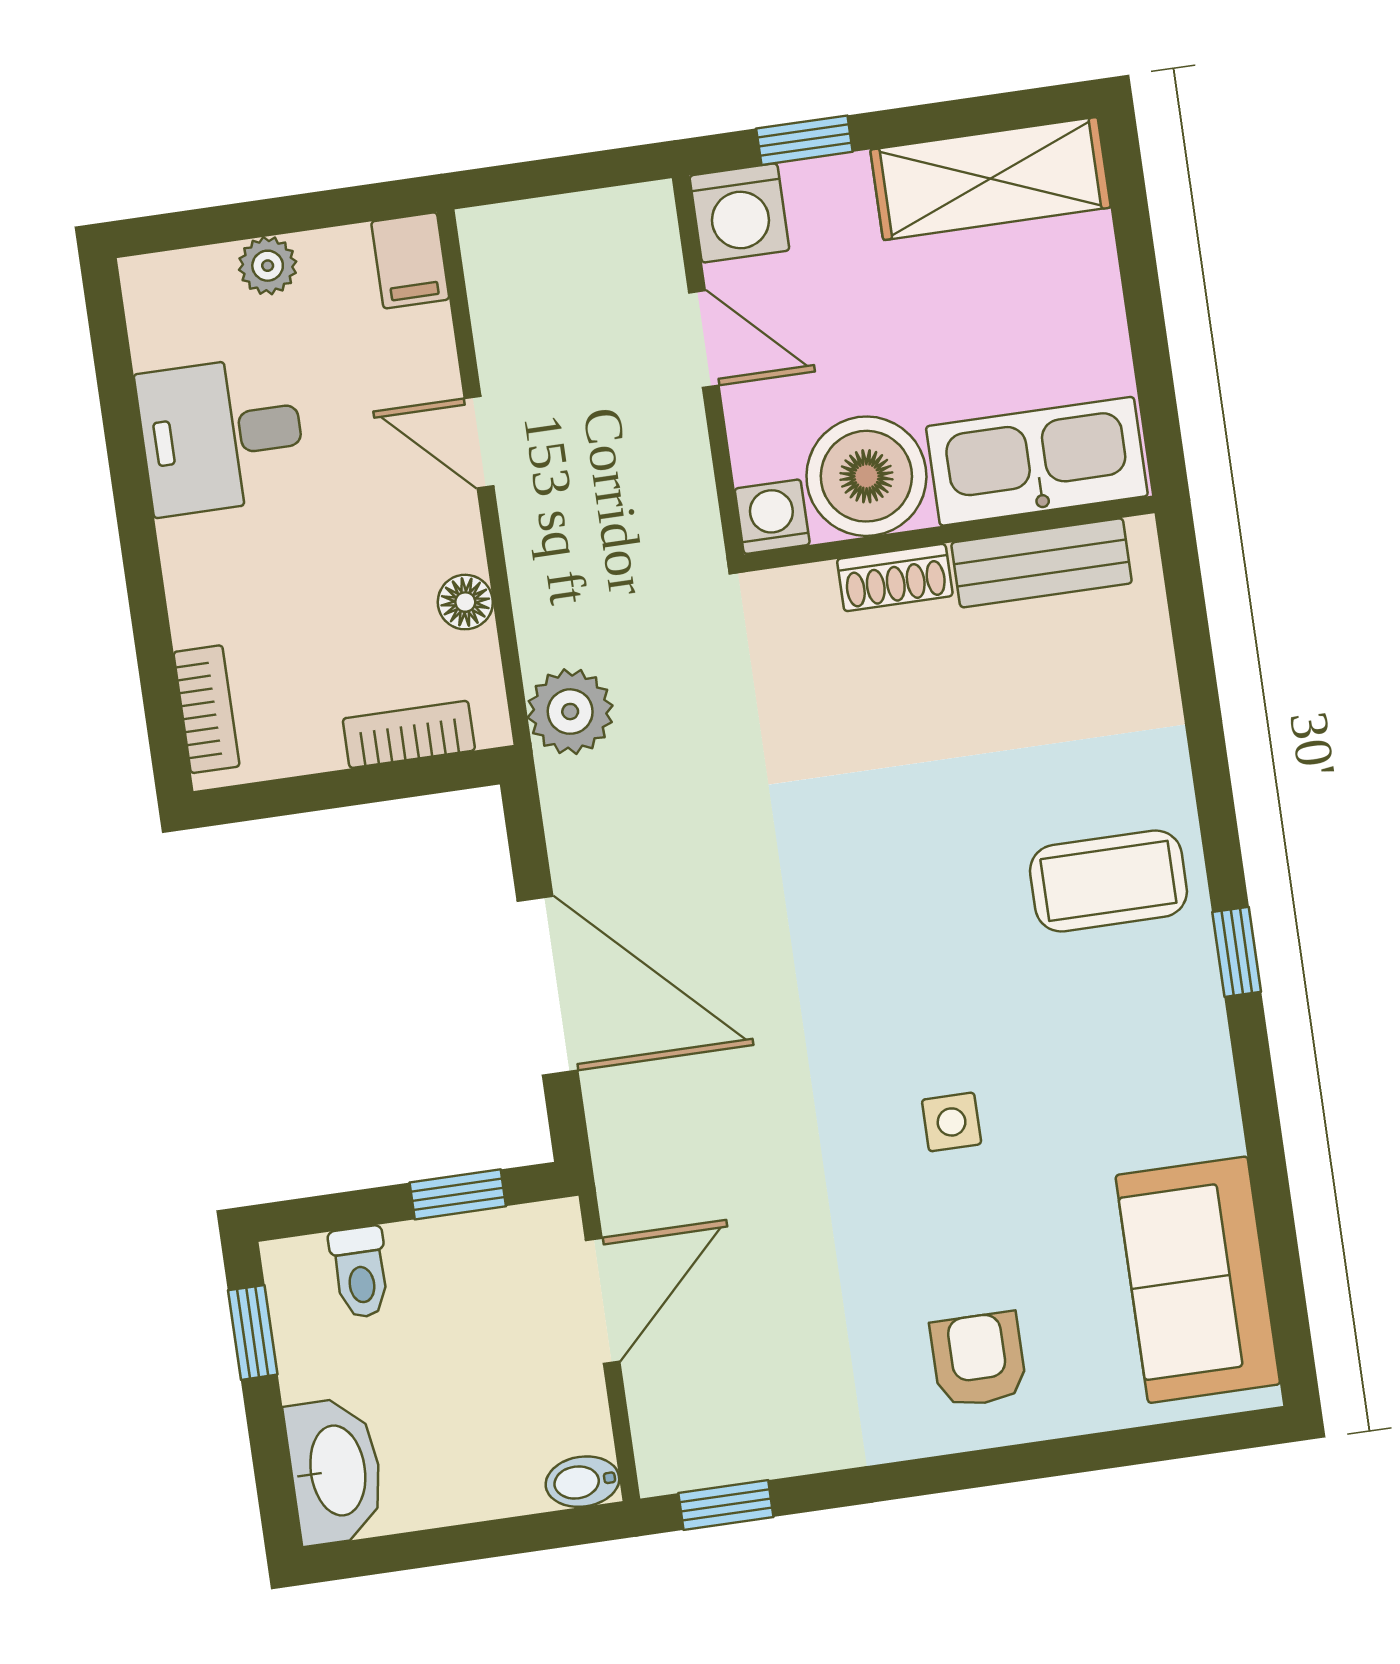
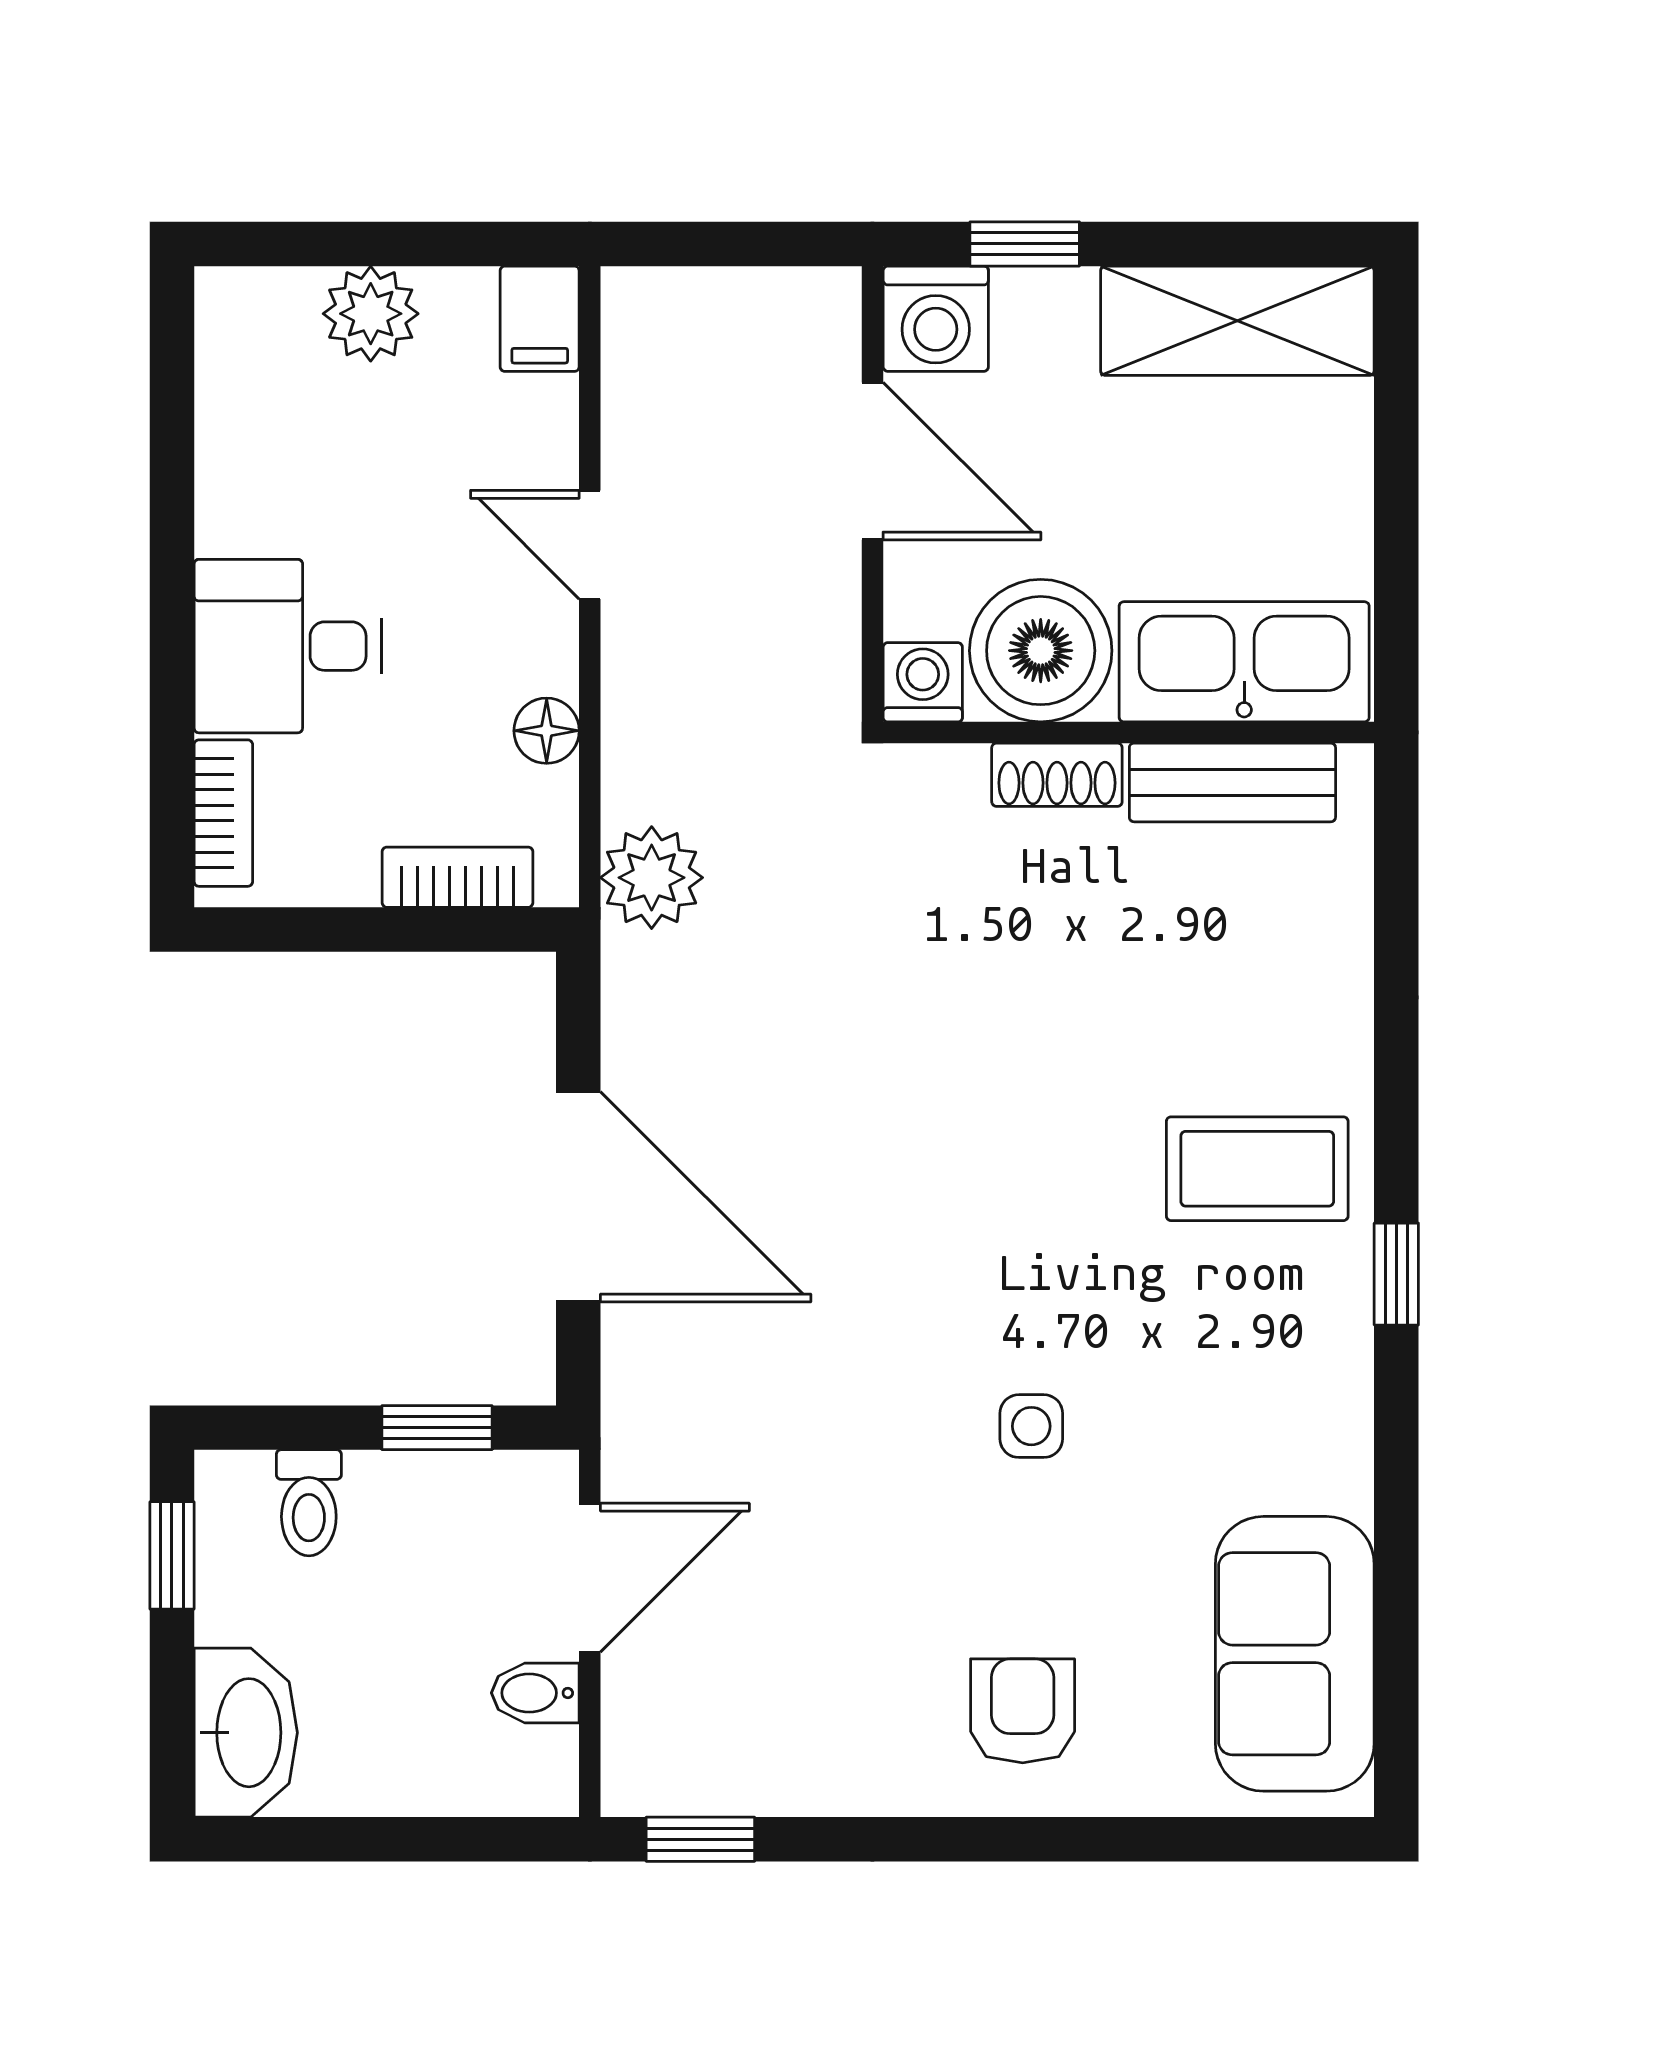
plant: (268, 266) -> (371, 314), width x1.38, depth x1.38
door: (704, 339) -> (872, 461), width x1.37
desk: (222, 435) -> (288, 646), moved
bidet: (582, 1482) -> (535, 1693), moved

